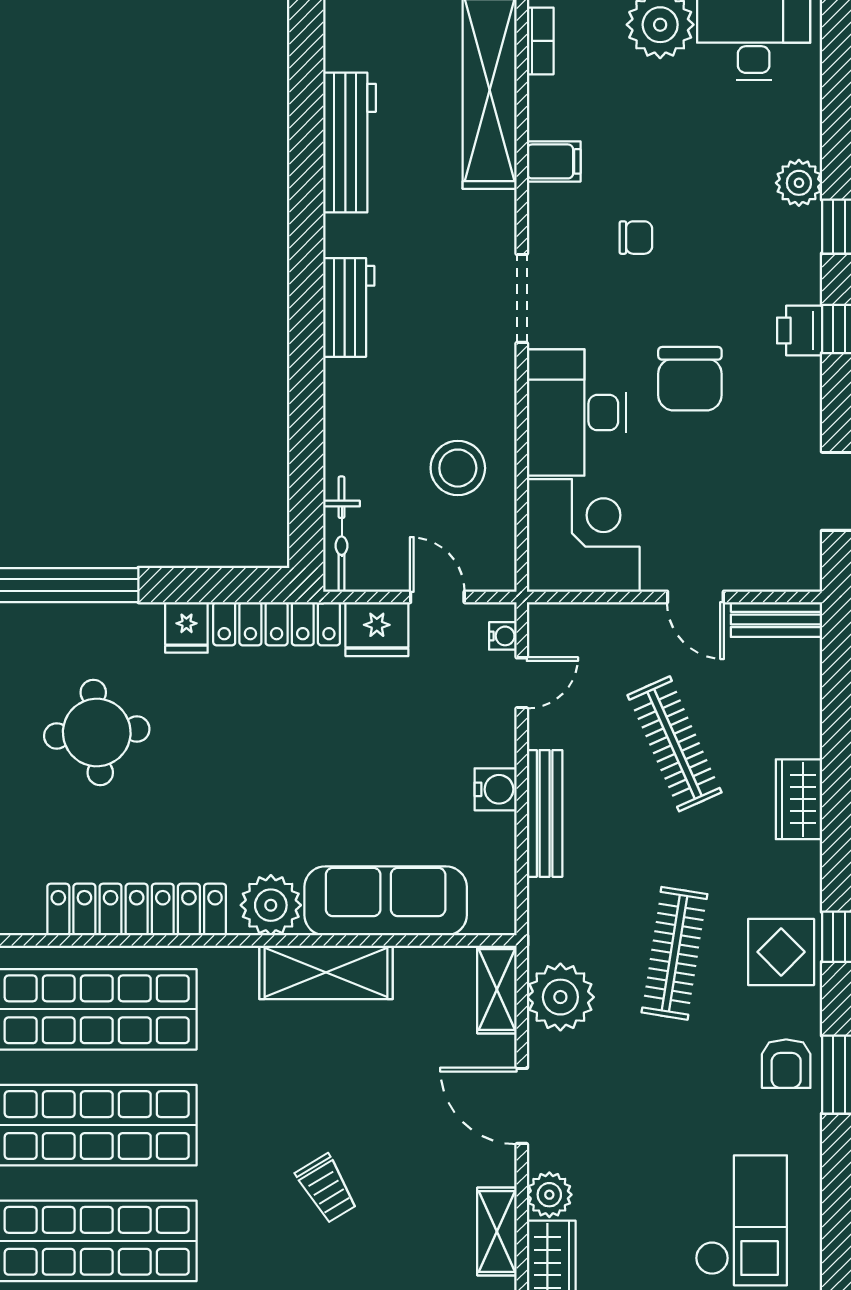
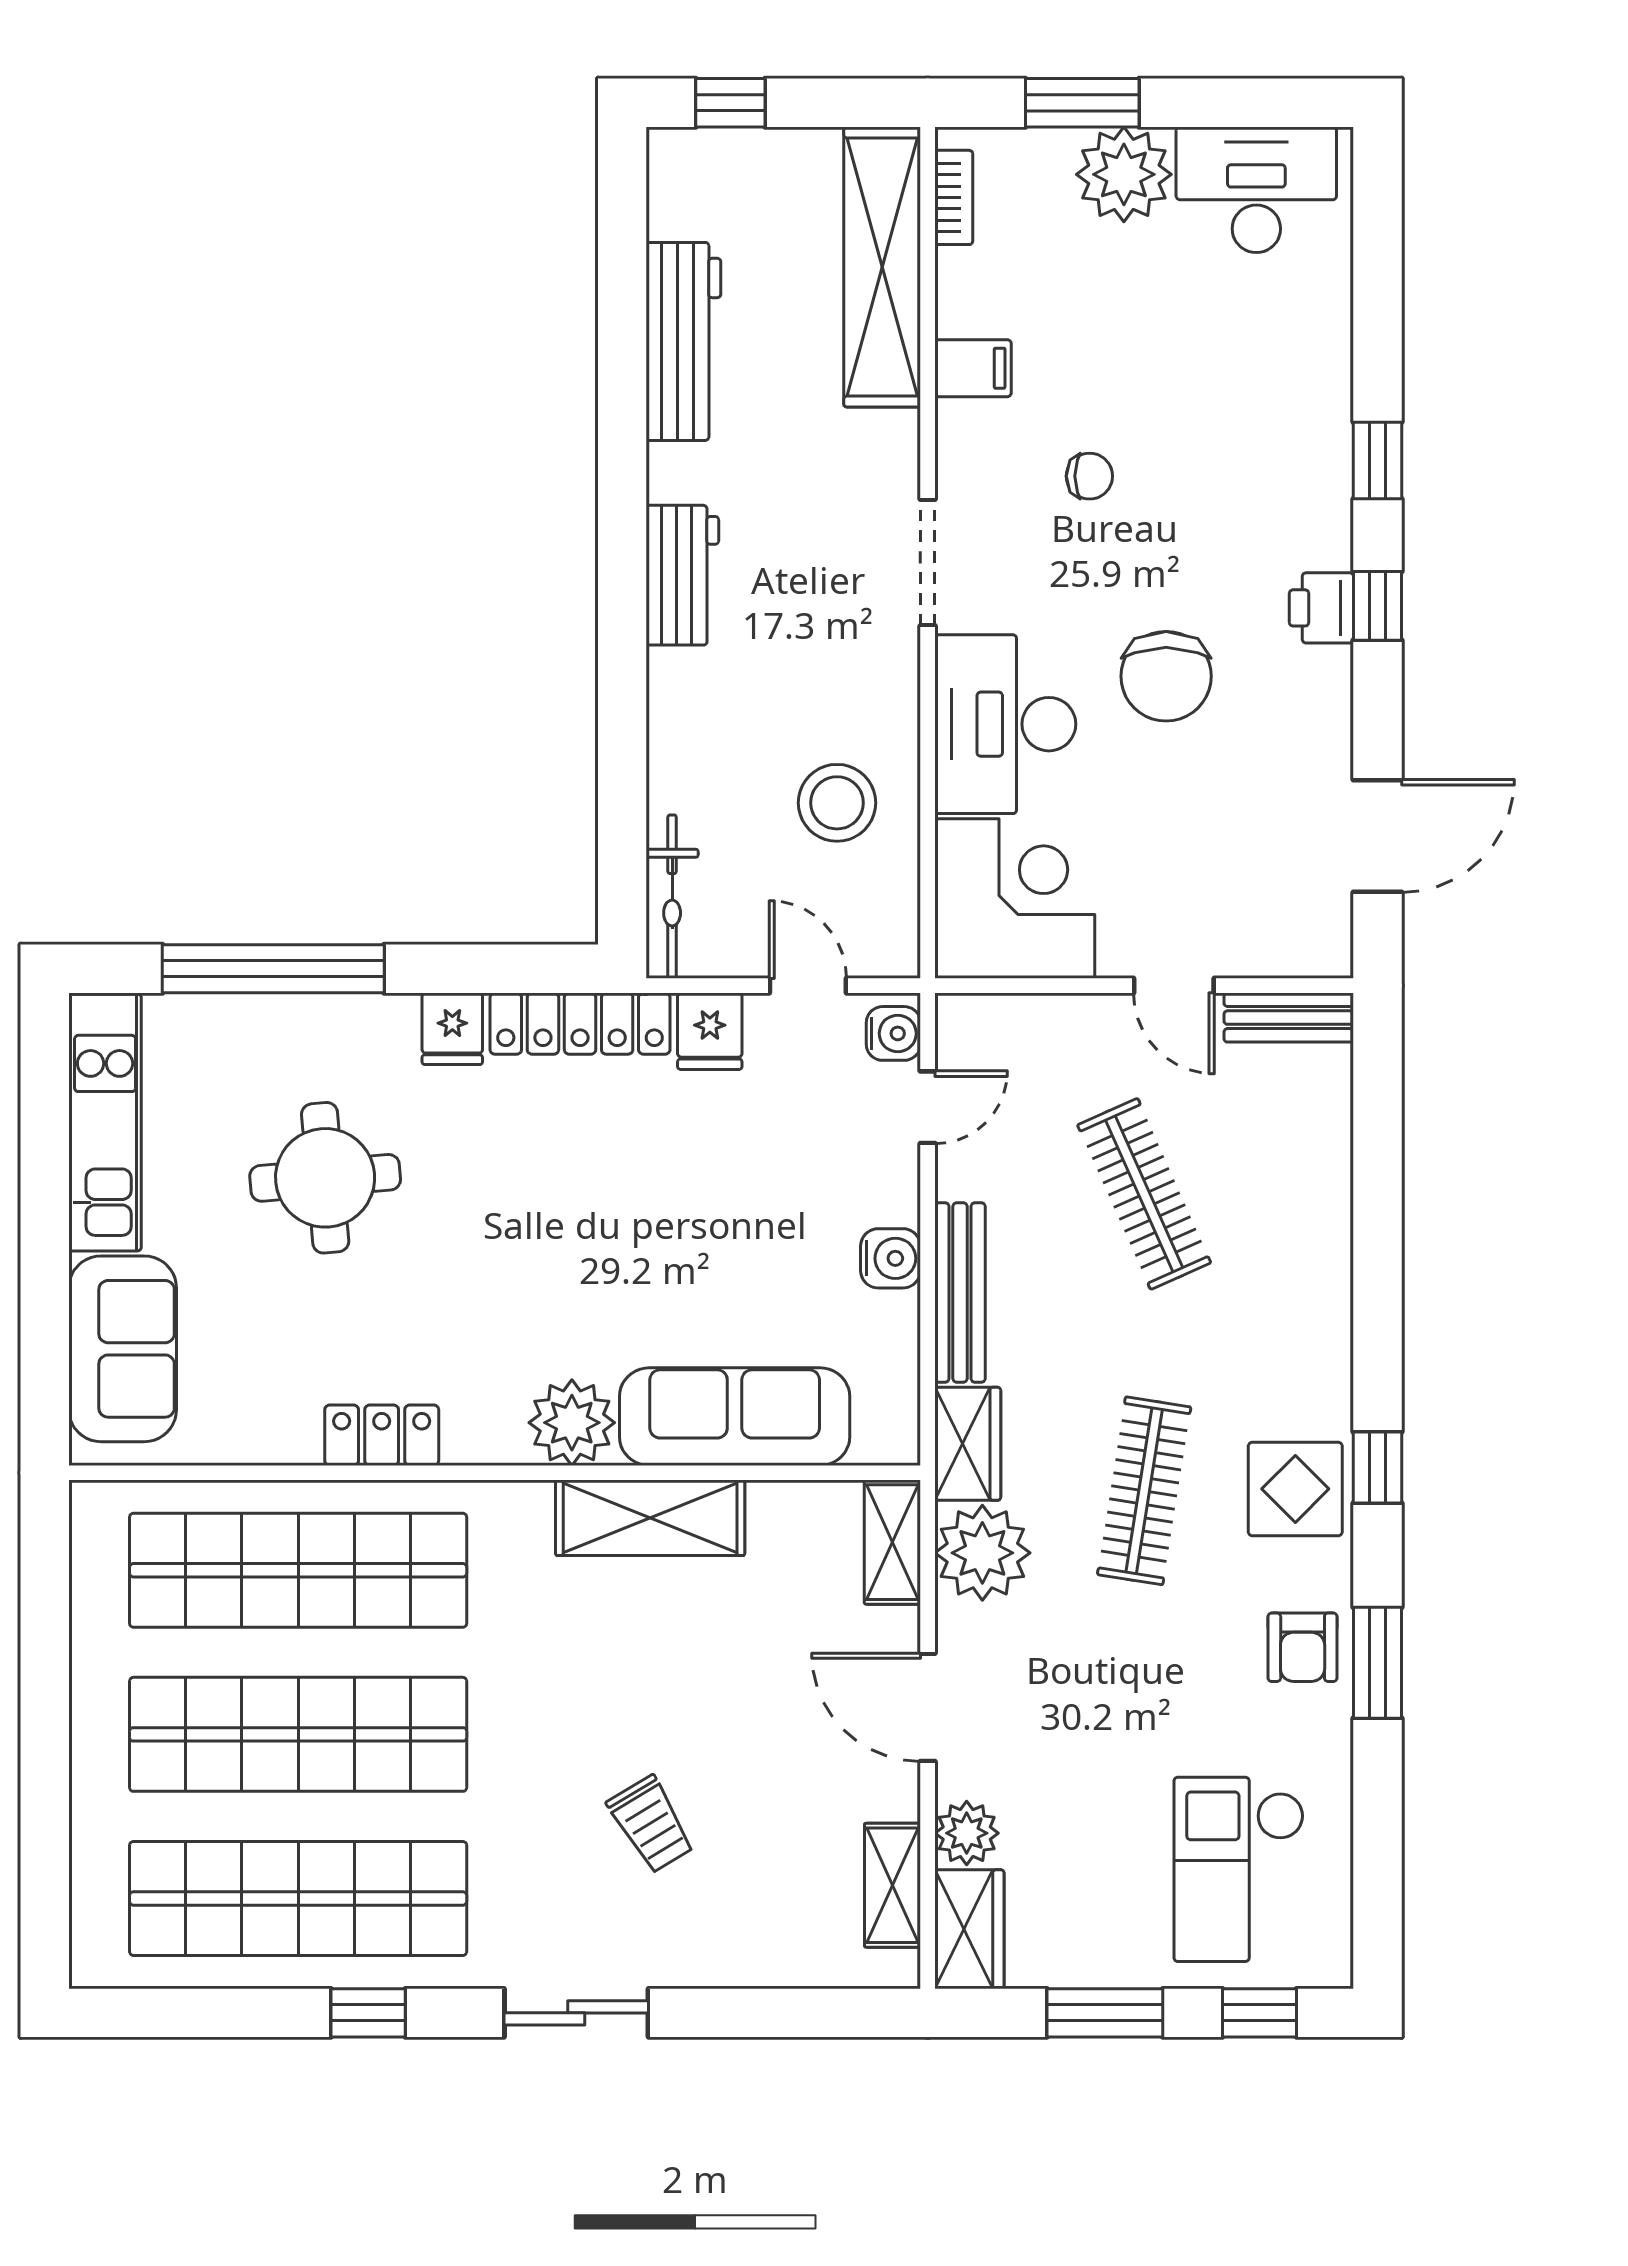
plant: (799, 183) -> (1321, 399), removed
fridge: (377, 629) -> (710, 1031), width x0.72
water cooler: (503, 636) -> (893, 1033), width x1.38, depth x1.38
wardrobe: (799, 799) -> (968, 1444), moved, turned 180
locker: (137, 910) -> (382, 1435), width x0.46, depth x0.83
checkout: (741, 1220) -> (1239, 1869), turned 180

